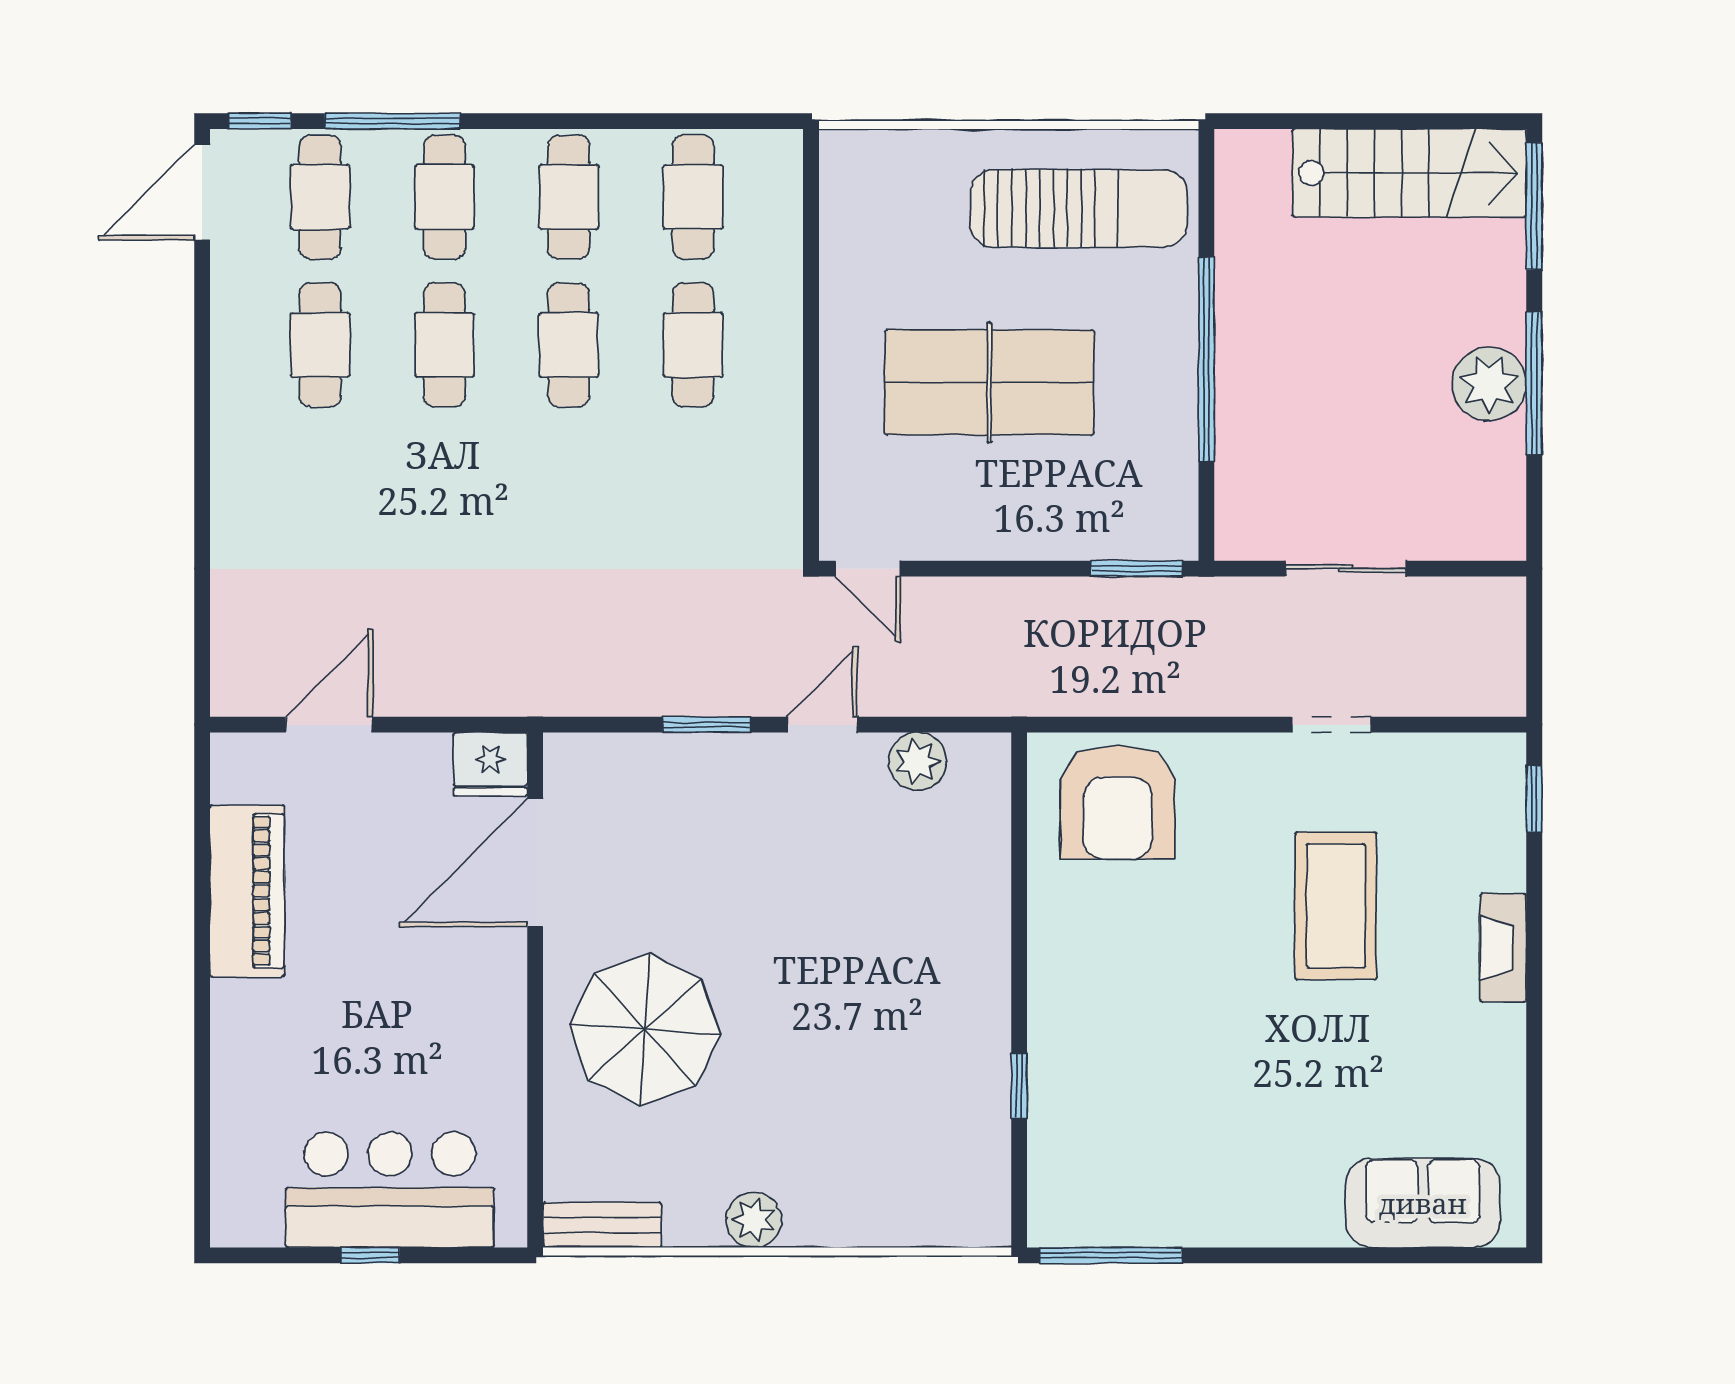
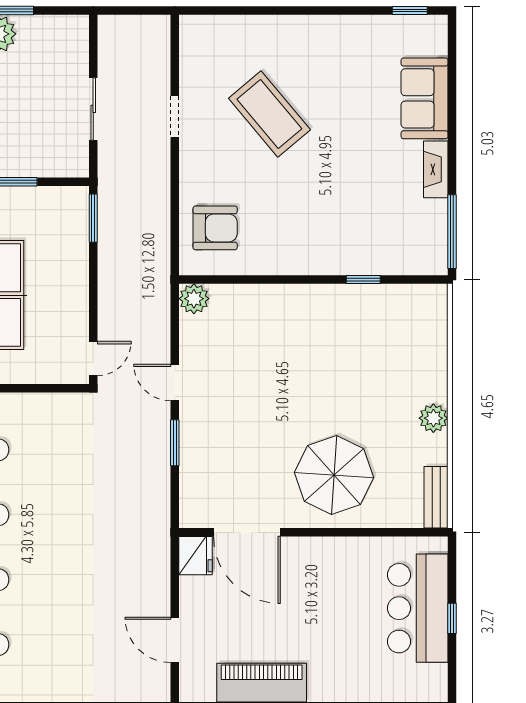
plant: (917, 761) -> (194, 299), moved
window: (1534, 799) -> (410, 10), moved
armchair: (1118, 802) -> (215, 228), width x0.73, depth x0.73
coffee table: (1336, 906) -> (269, 114), turned 50
fireplace: (1503, 948) -> (436, 169), moved, turned 90
sofa: (1423, 1203) -> (425, 98), moved

